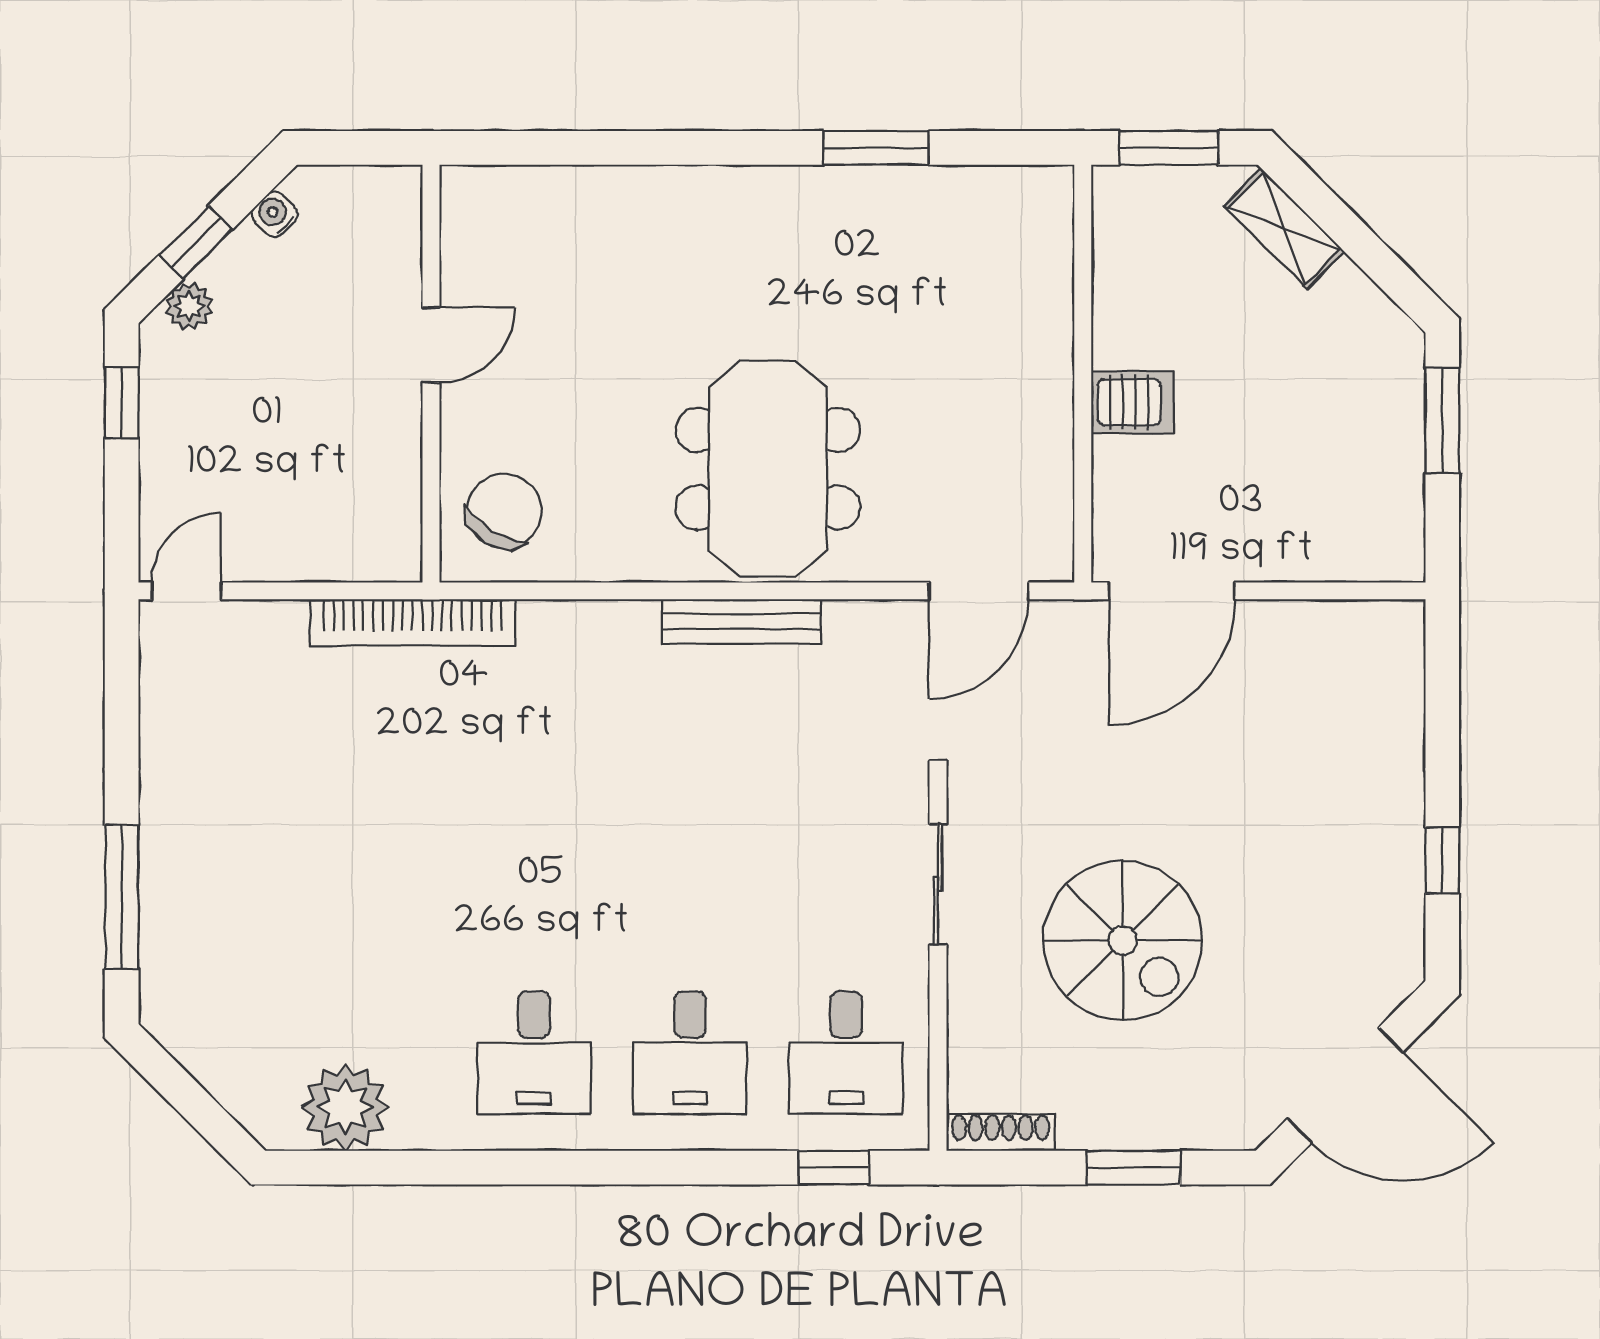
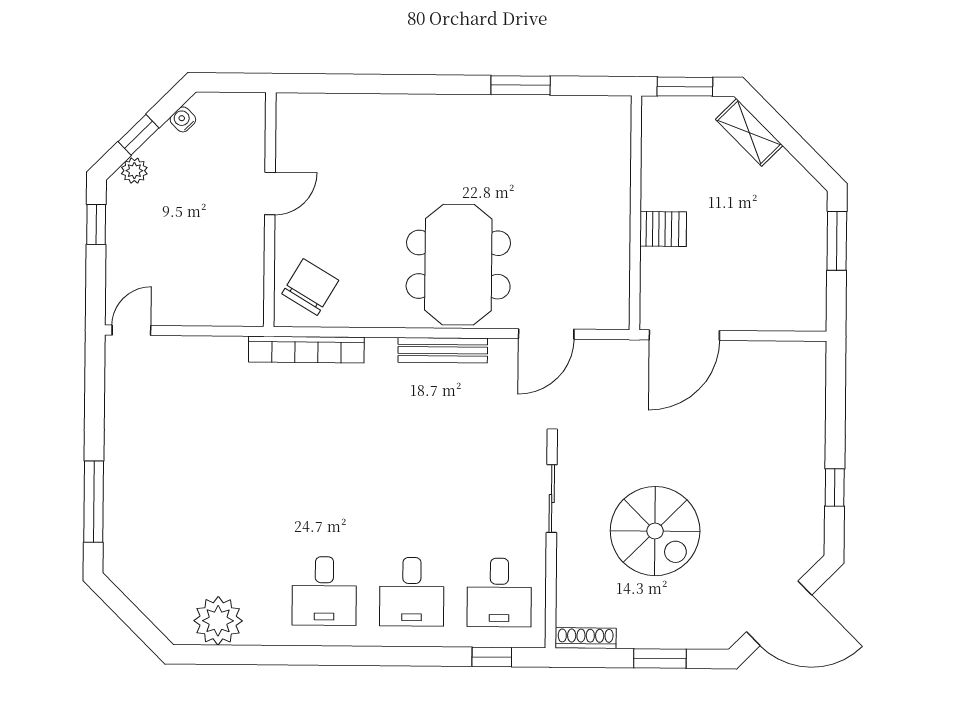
door: (979, 591) -> (546, 334), moved
bookcase: (413, 623) -> (306, 350), moved

